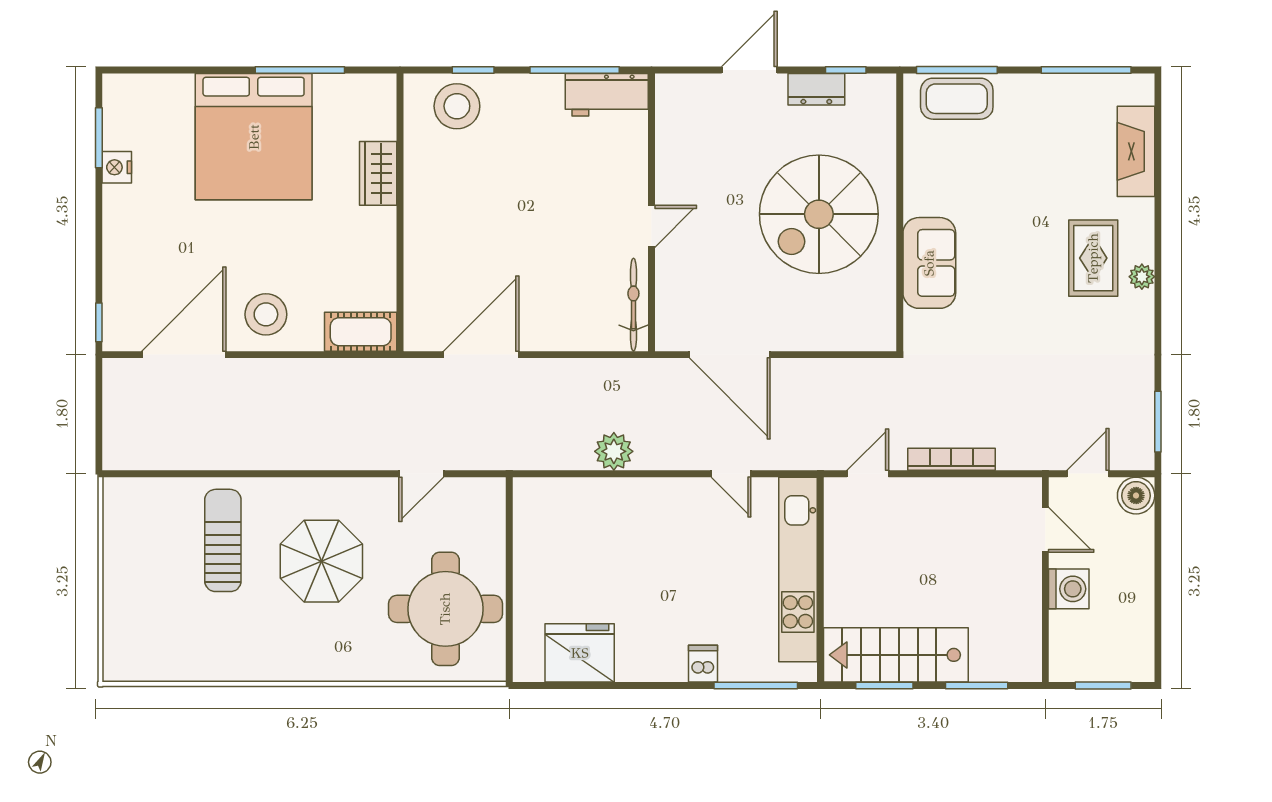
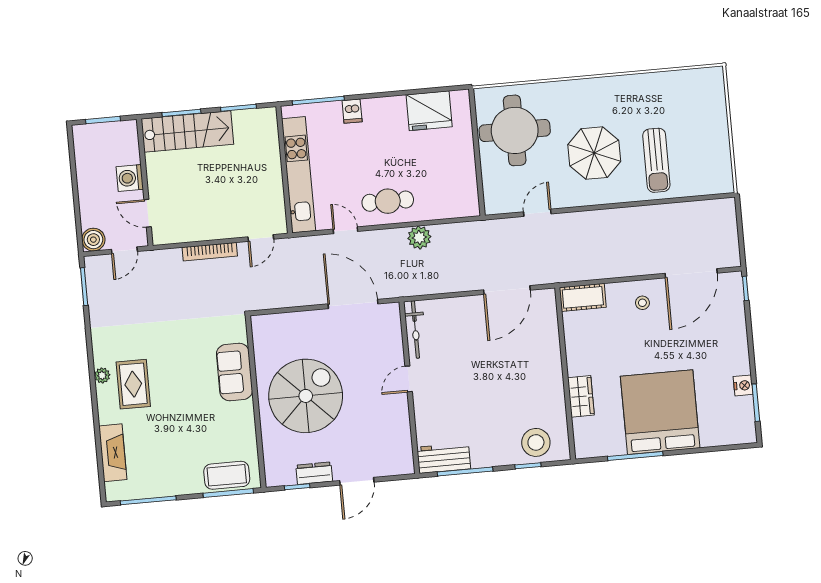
stool: (266, 314) -> (642, 303), width x0.53, depth x0.53
cafe table: (659, 514) -> (388, 201), added
stairs: (896, 655) -> (187, 131), moved

